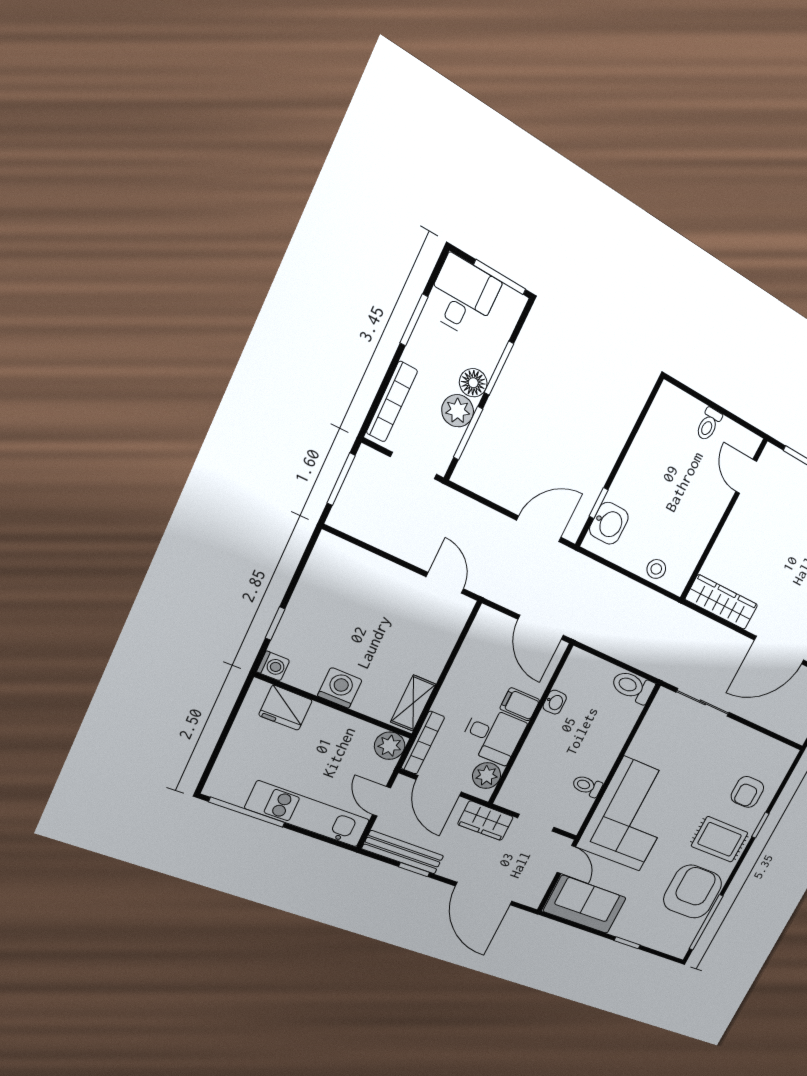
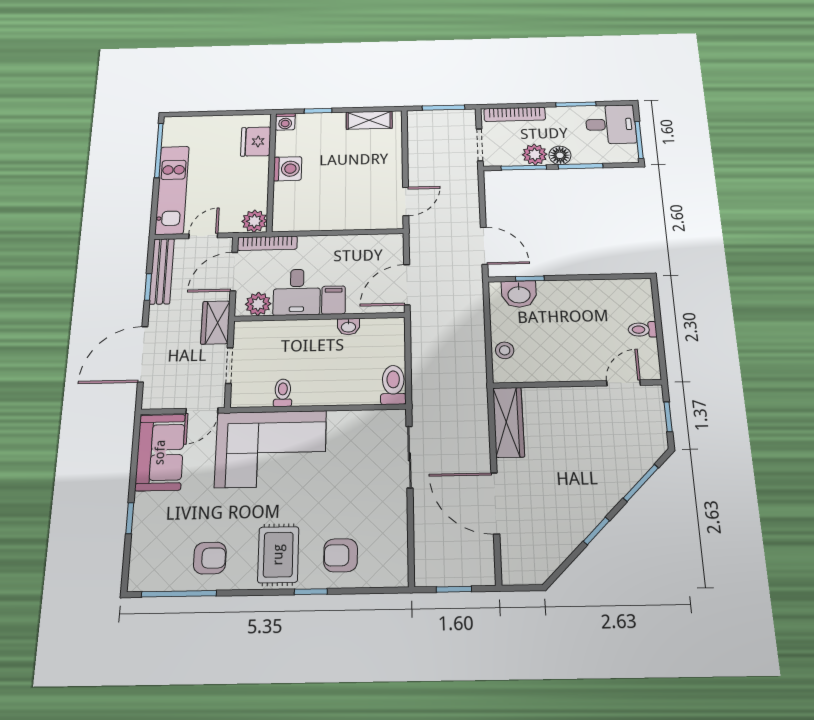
shelving: (413, 703) -> (369, 120), moved
armchair: (693, 892) -> (210, 558), width x0.53, depth x0.53

